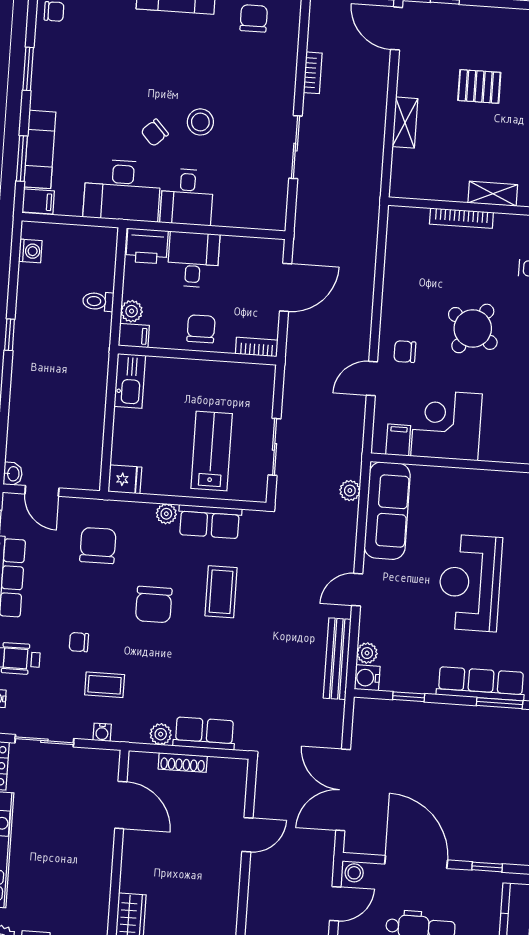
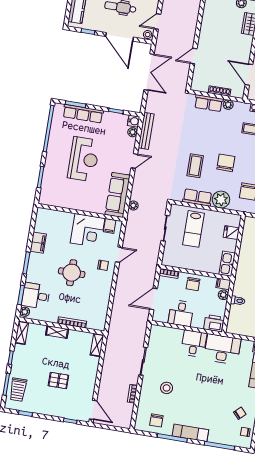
stool: (200, 122) -> (167, 388), moved
shelving: (405, 123) -> (97, 345), moved
chair: (155, 133) -> (240, 413), moved
desk: (193, 260) -> (181, 313), moved
round table: (473, 328) -> (72, 273), turned -35
fridge: (125, 479) -> (231, 233), moved
plant: (166, 514) -> (221, 200), width x1.88, depth x1.88

